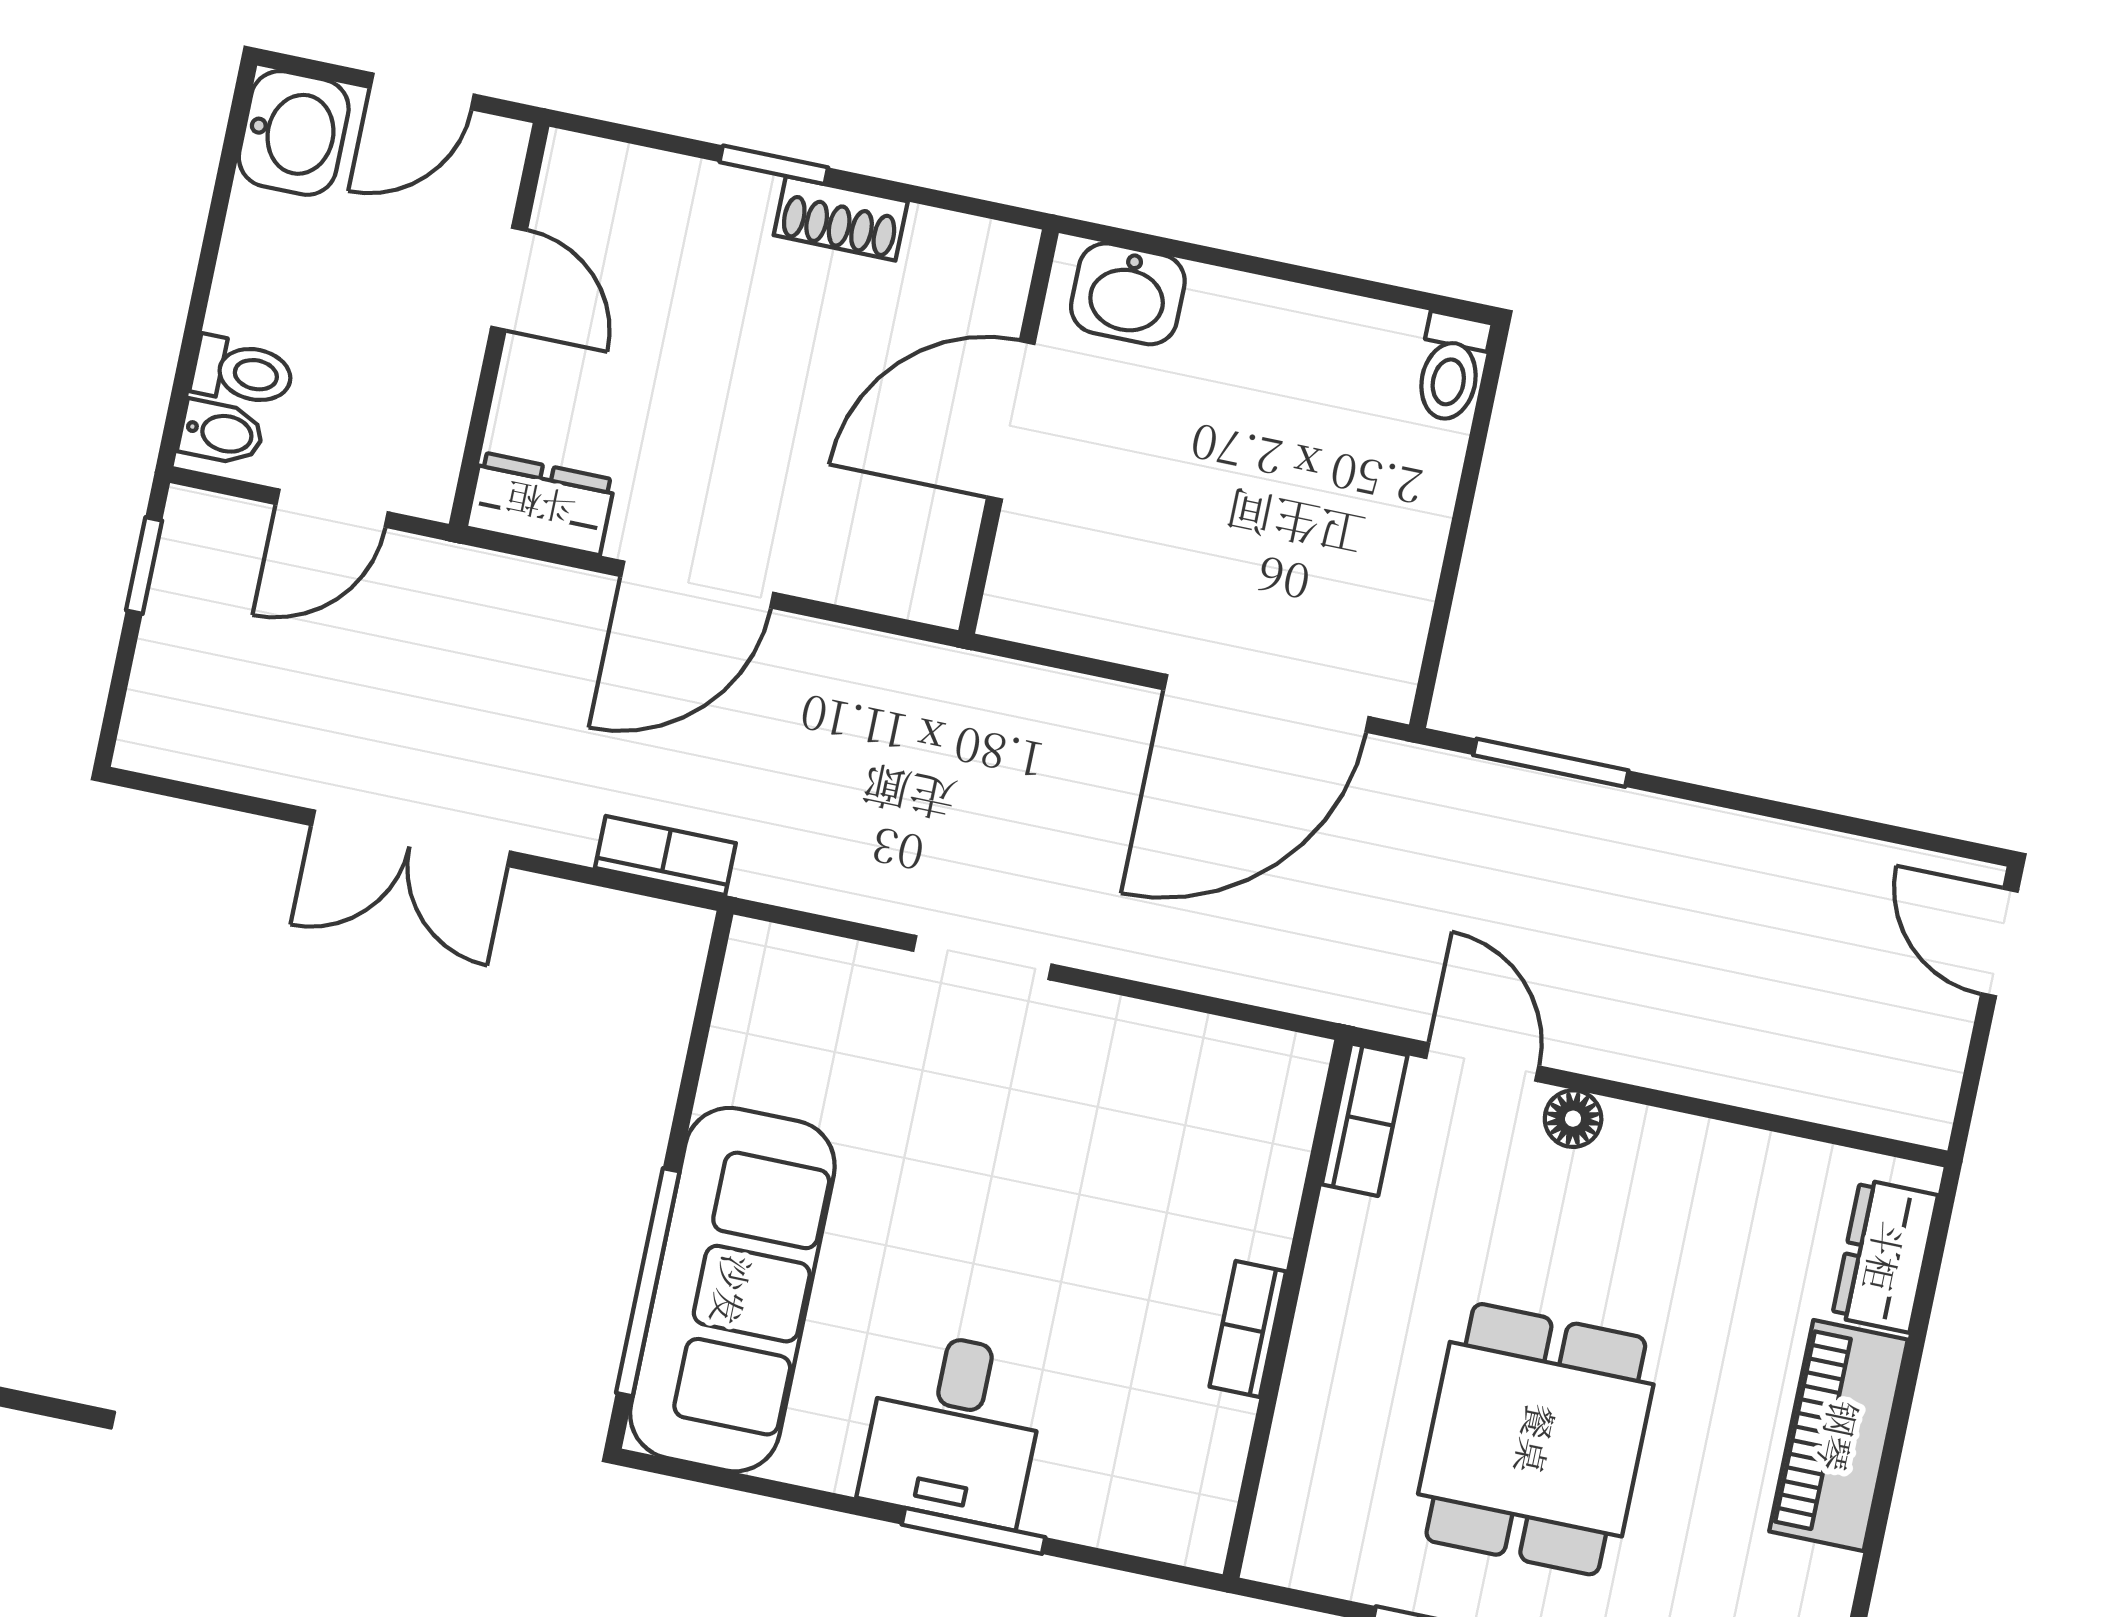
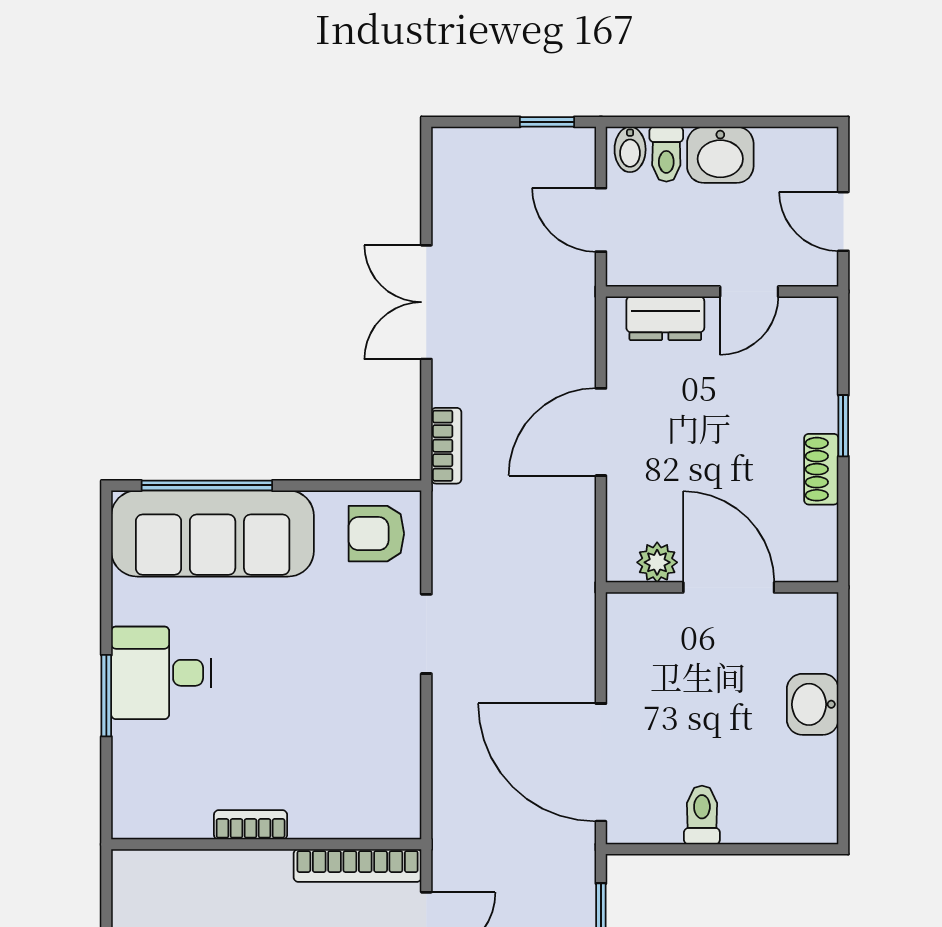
washbasin: (294, 133) -> (720, 155), moved
washbasin: (1128, 294) -> (813, 704), moved
toilet: (1451, 368) -> (702, 815), moved, turned 90
dresser: (541, 504) -> (665, 318), moved, turned 90
plant: (942, 534) -> (657, 562), added
door: (697, 584) -> (601, 432), hinge flipped
armchair: (792, 1008) -> (376, 534), added
bookcase: (1365, 1120) -> (358, 866), width x1.56

